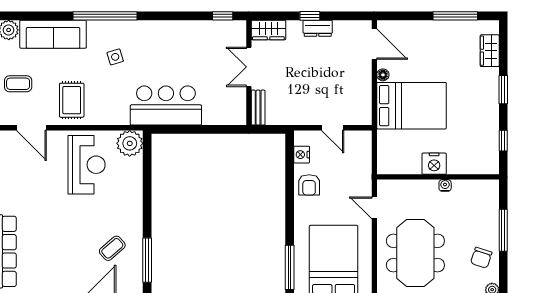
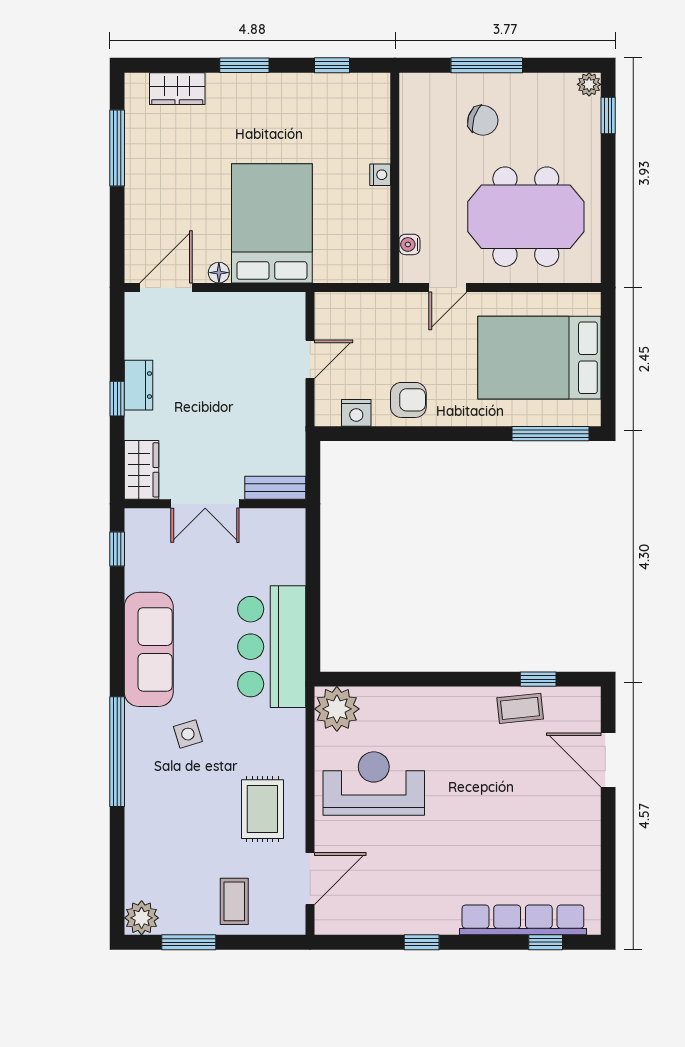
sofa: (53, 34) -> (149, 649), moved
rug: (72, 100) -> (262, 809), turned 90
nightstand: (434, 164) -> (380, 175), width x0.53, depth x0.56
water cooler: (445, 185) -> (409, 244), moved
coffee table: (112, 248) -> (520, 708), moved, turned -55
chair: (481, 258) -> (483, 120), moved
window: (147, 260) -> (538, 679), width x0.46

